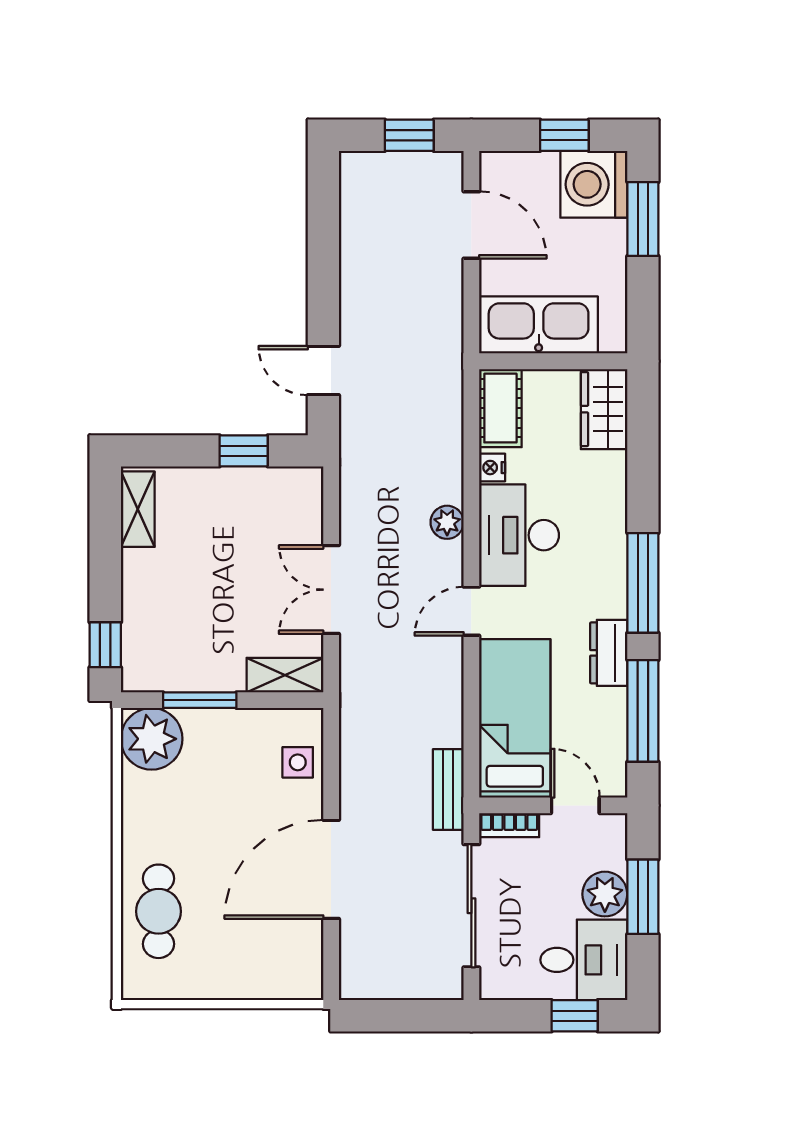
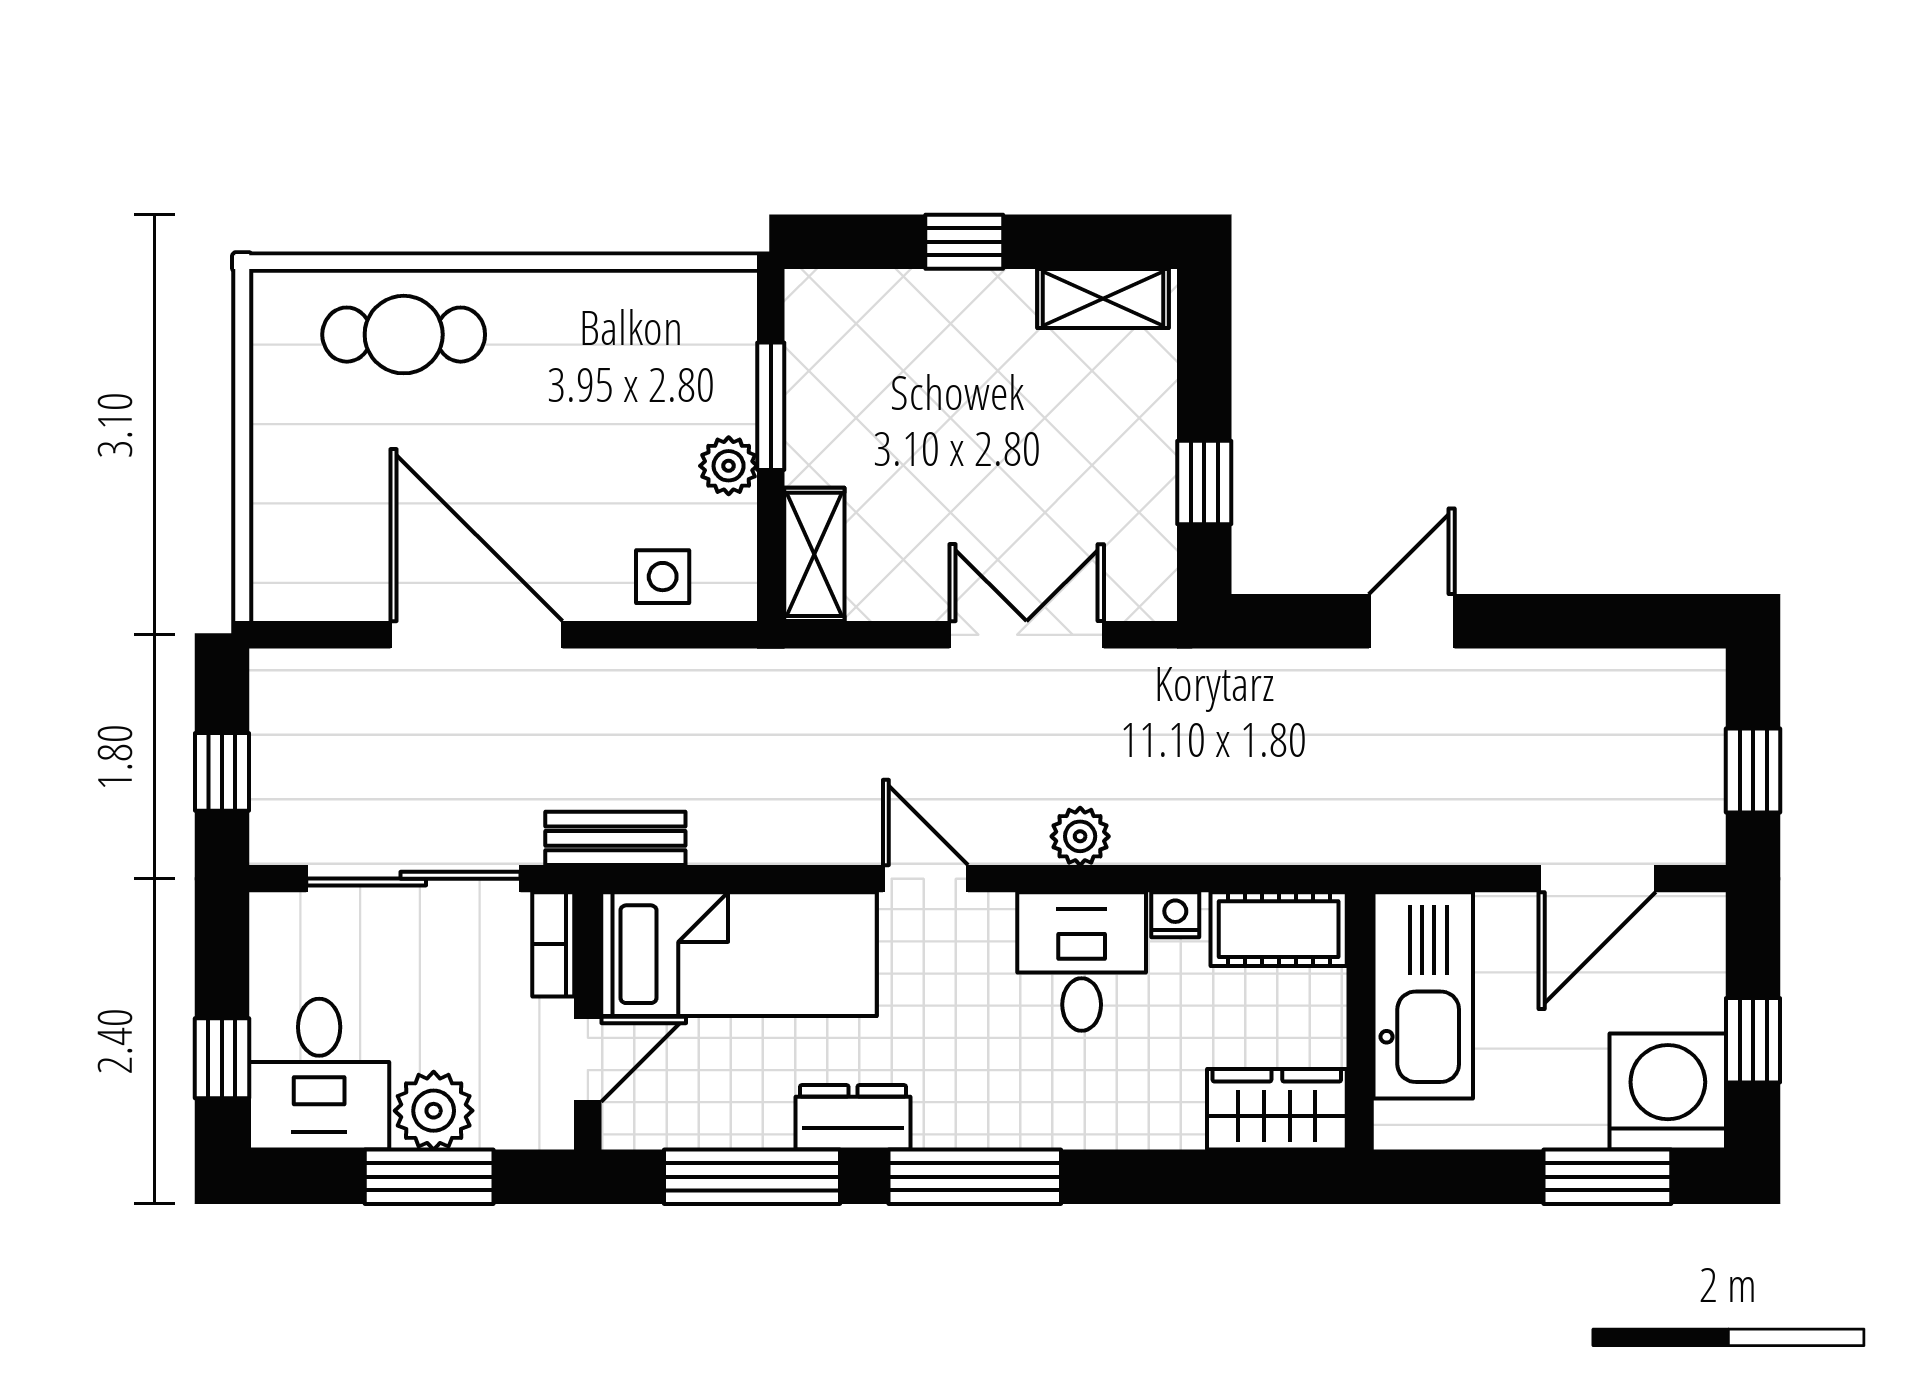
door: (323, 371) -> (1412, 621), moved
desk: (519, 535) -> (1082, 962), width x0.73
double door: (331, 590) -> (1027, 635), moved
window: (105, 645) -> (964, 242), moved
plant: (152, 739) -> (729, 466), moved, width x0.53, depth x0.53
window: (410, 1016) -> (222, 772), added

